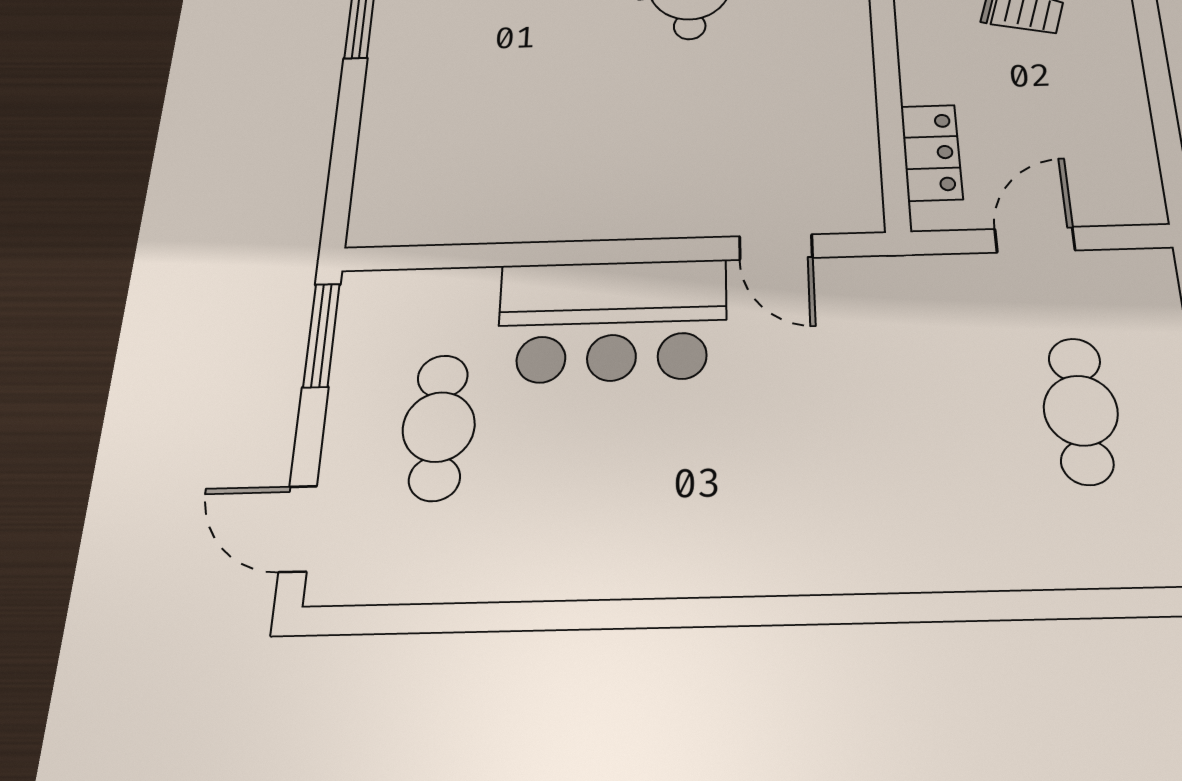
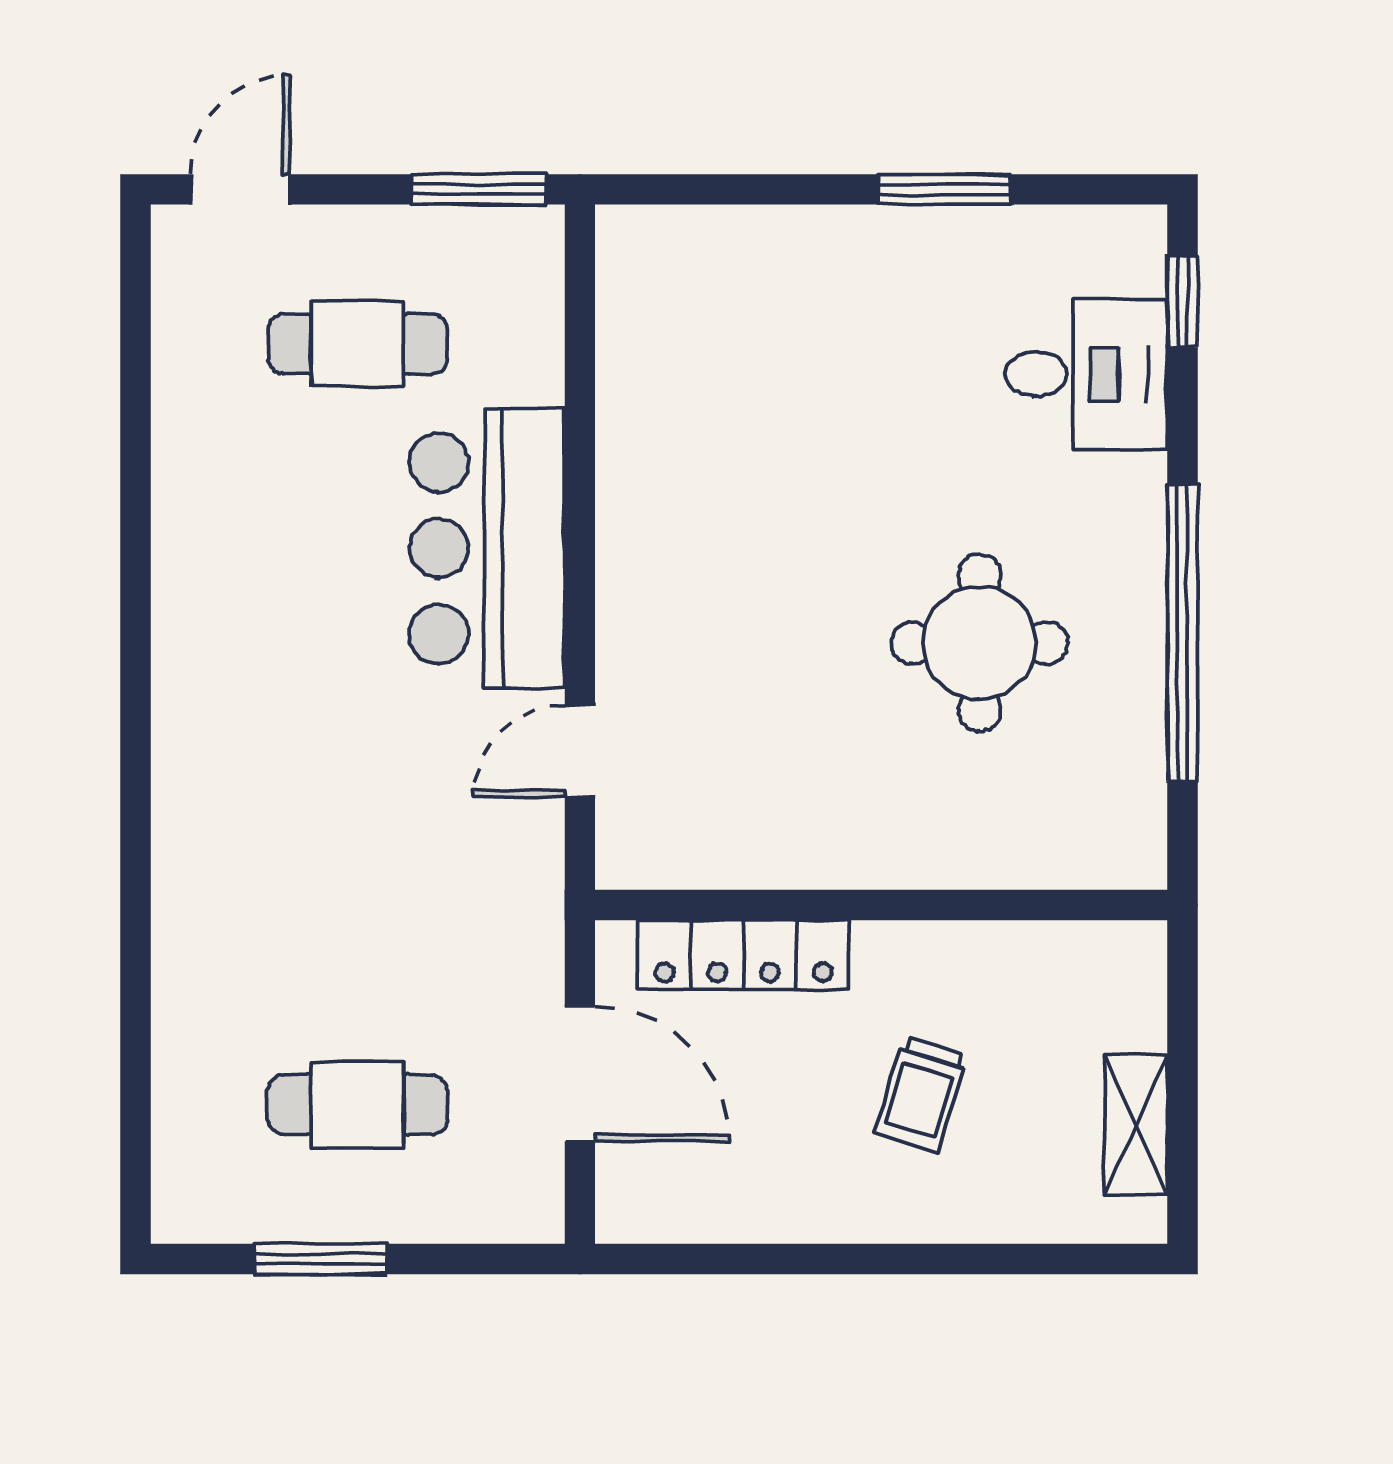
locker: (931, 152) -> (744, 955), width x1.53
door: (1035, 240) -> (580, 1074), width x1.38

